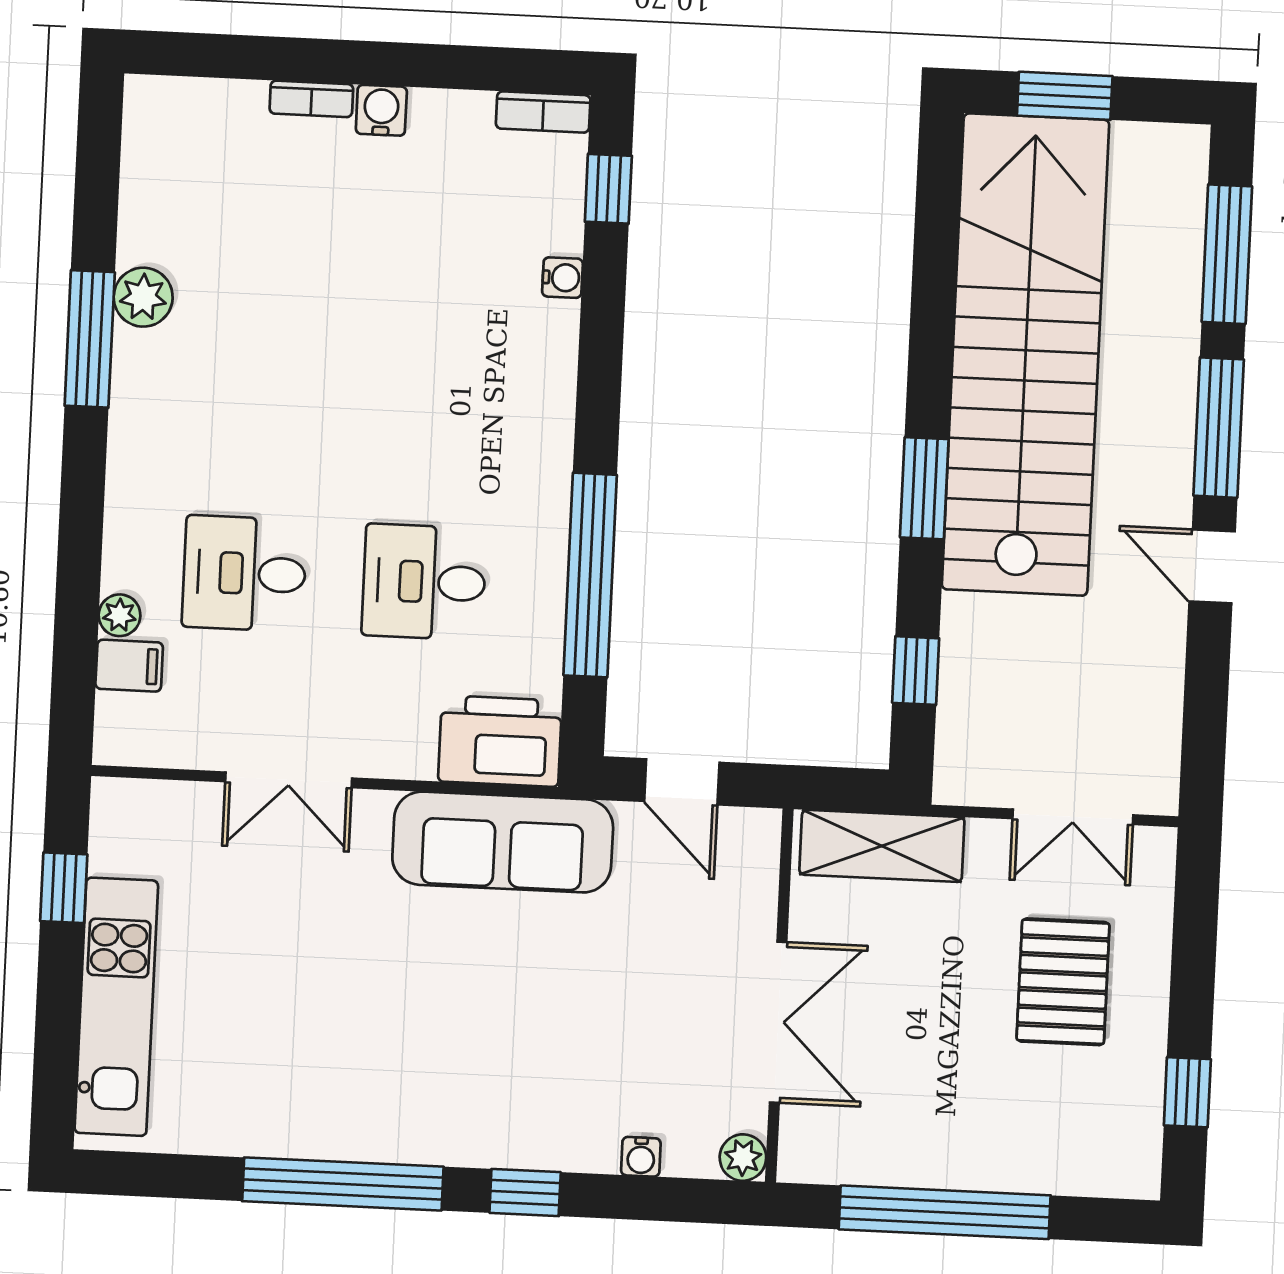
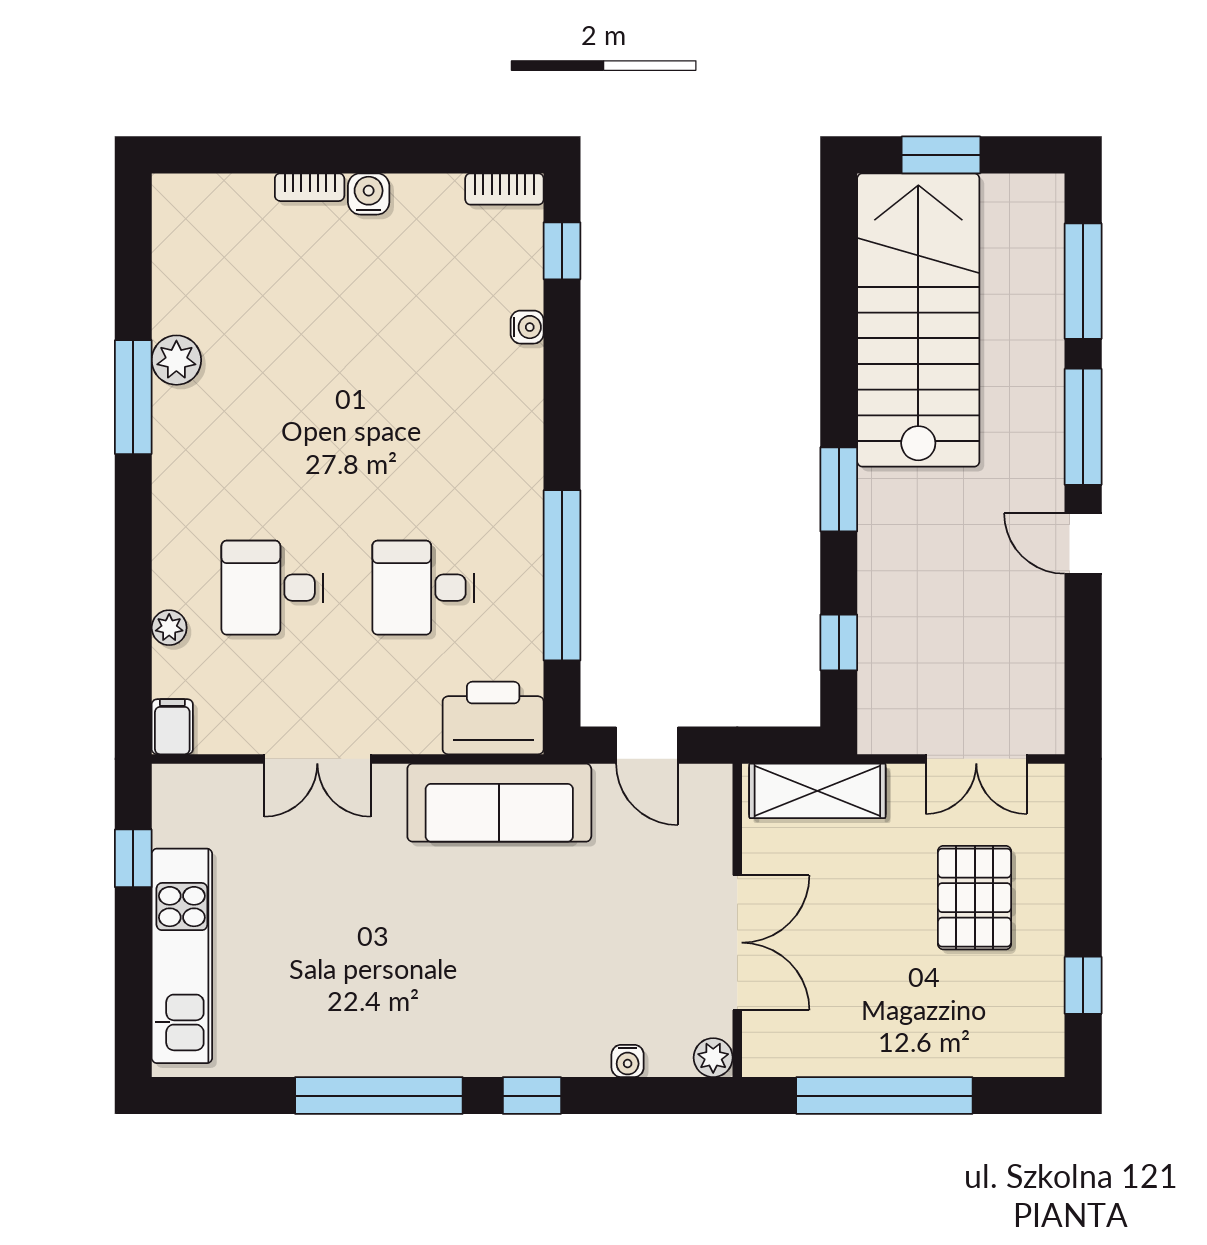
stairs: (1025, 355) -> (918, 320), width x0.73
filing cabinet: (129, 666) -> (172, 727), moved, turned -90

